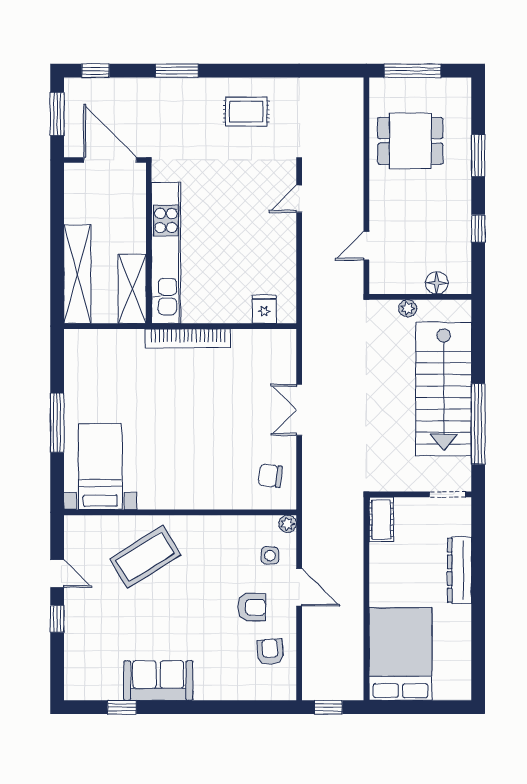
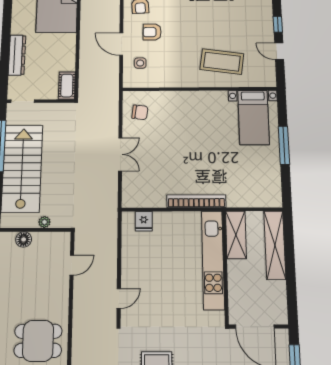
plant: (288, 524) -> (128, 82), removed
coffee table: (145, 557) -> (222, 62), turned 40

